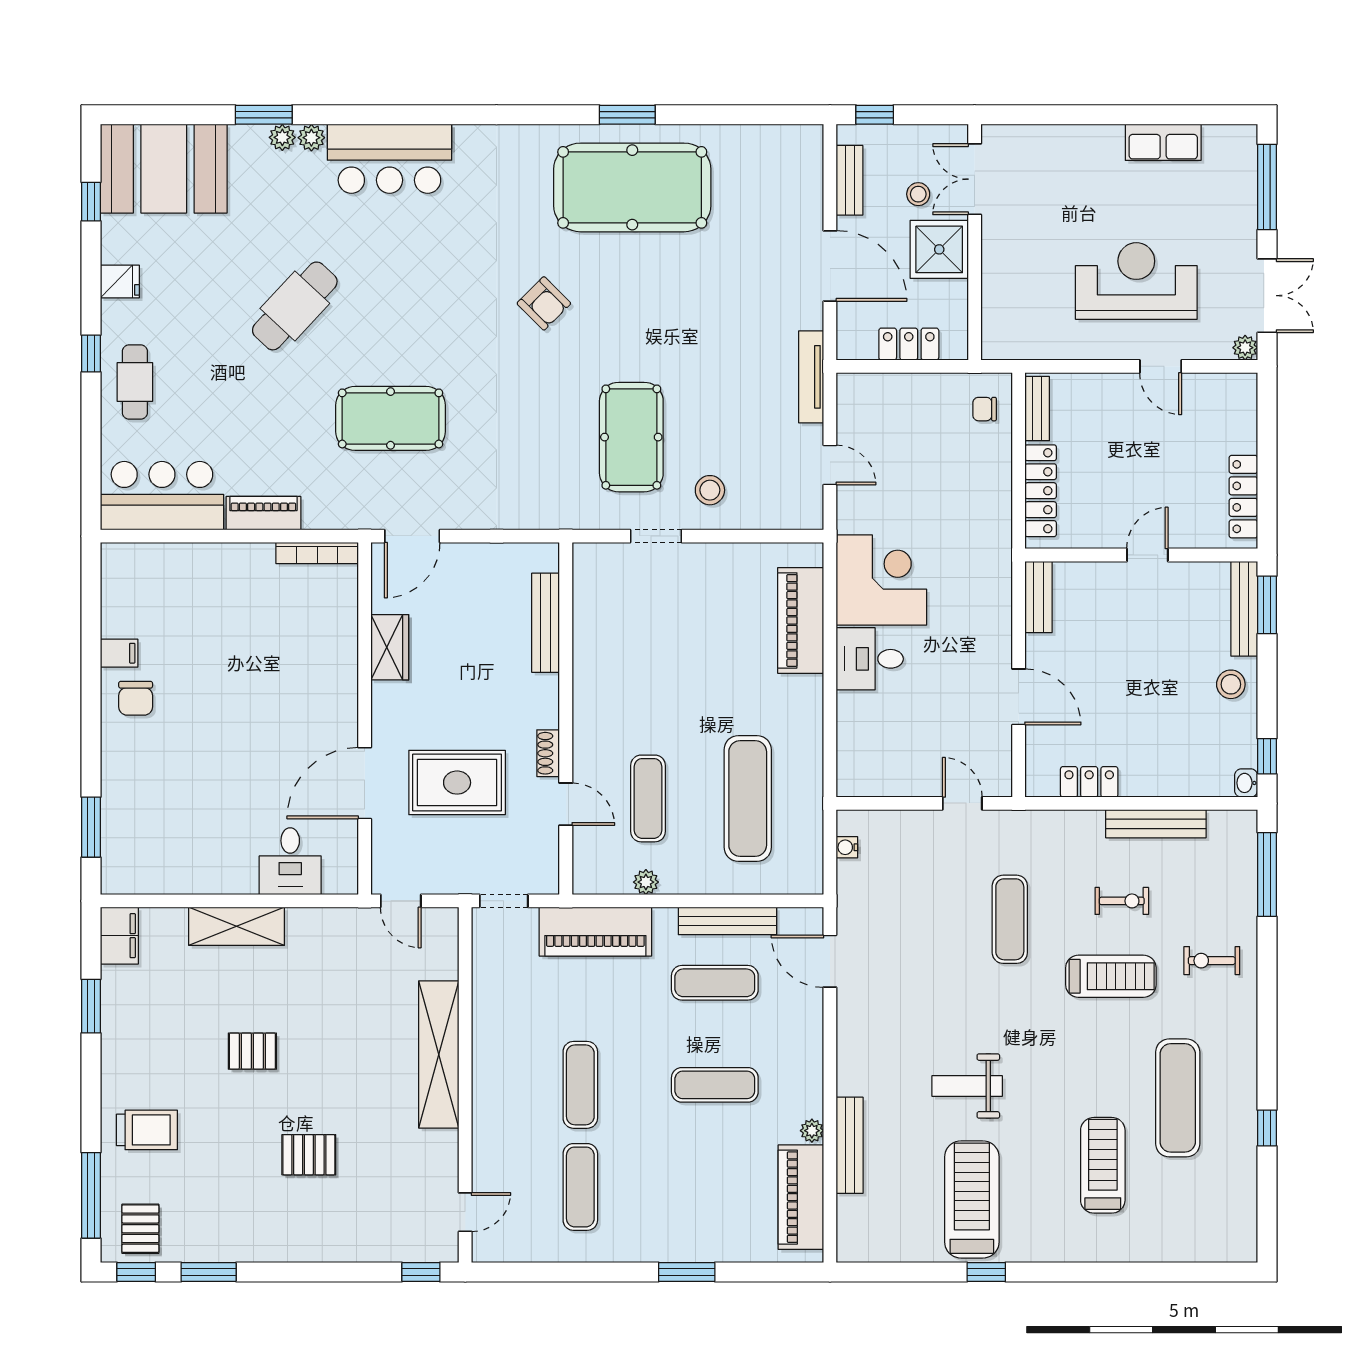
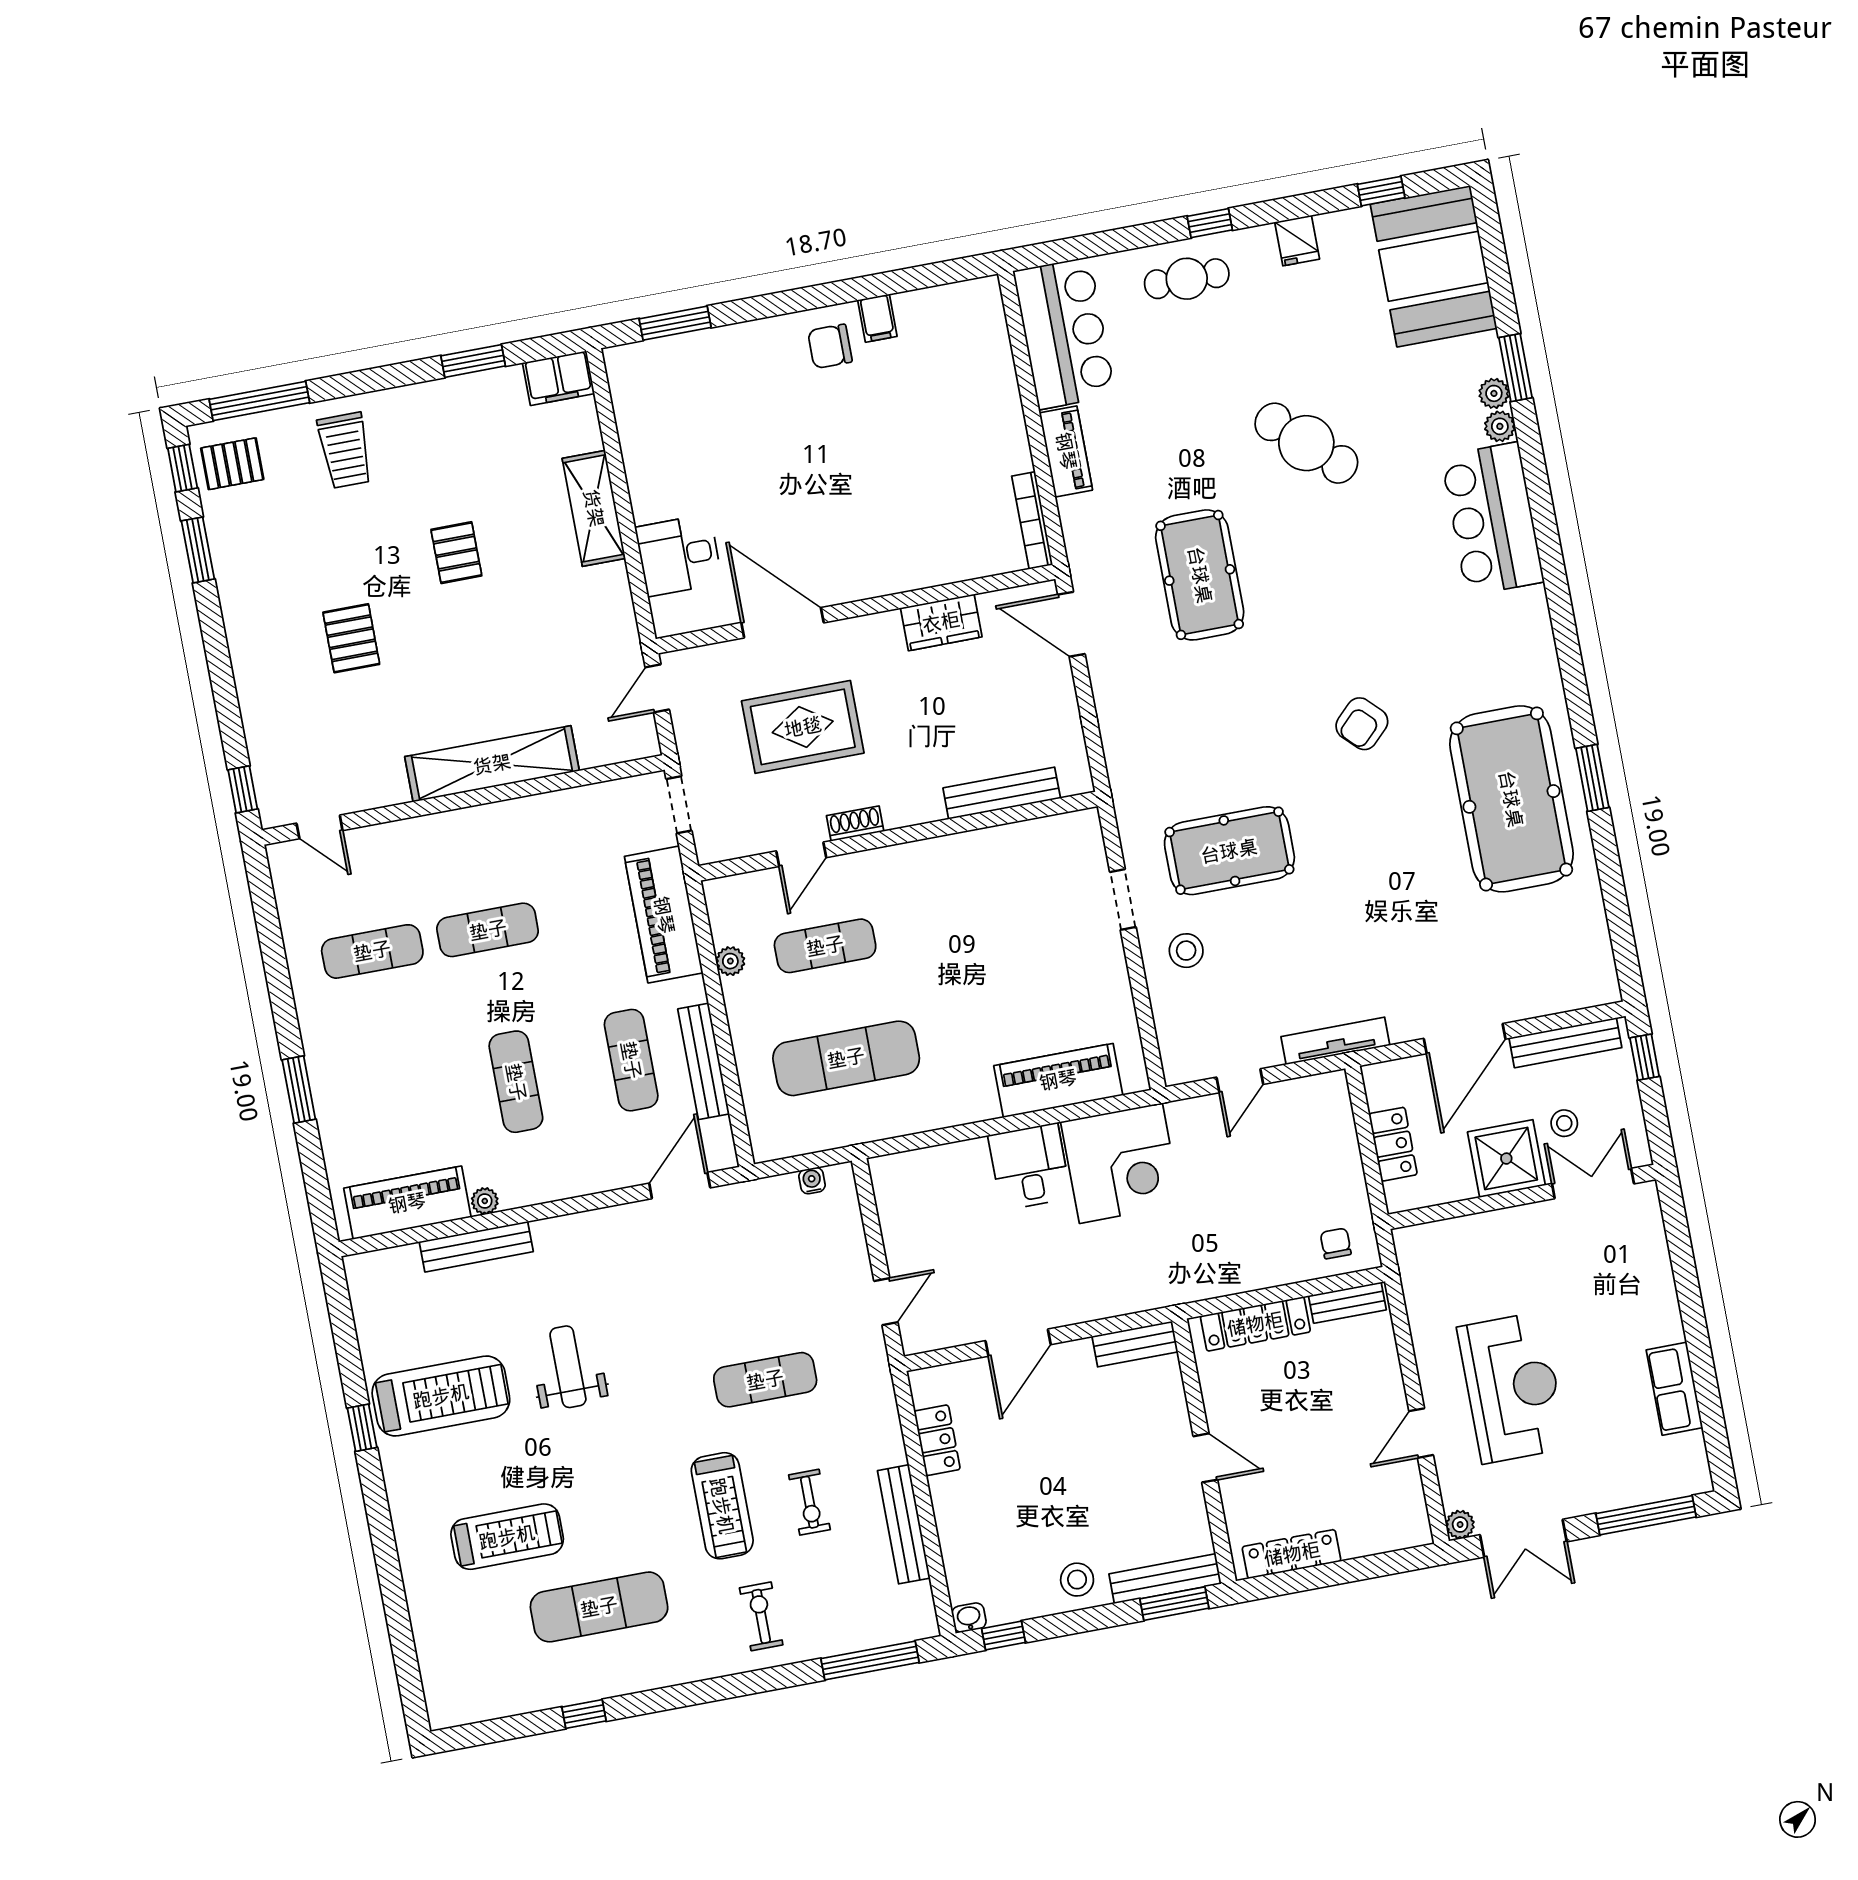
bench: (850, 180) -> (1565, 1043), width x1.36
rug: (457, 783) -> (803, 727), turned 90

